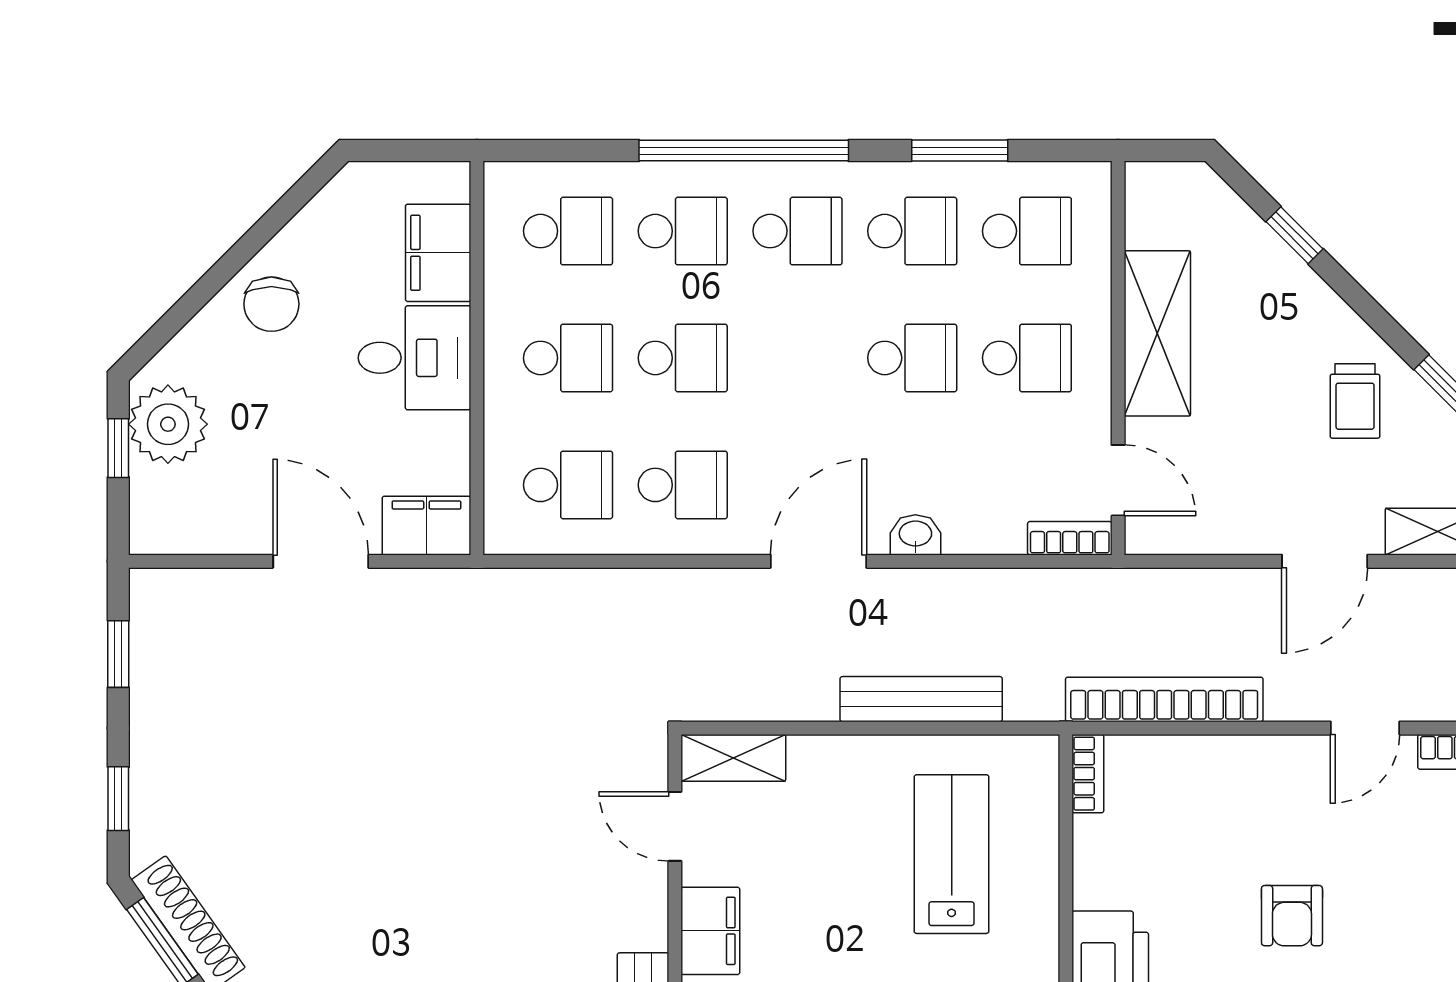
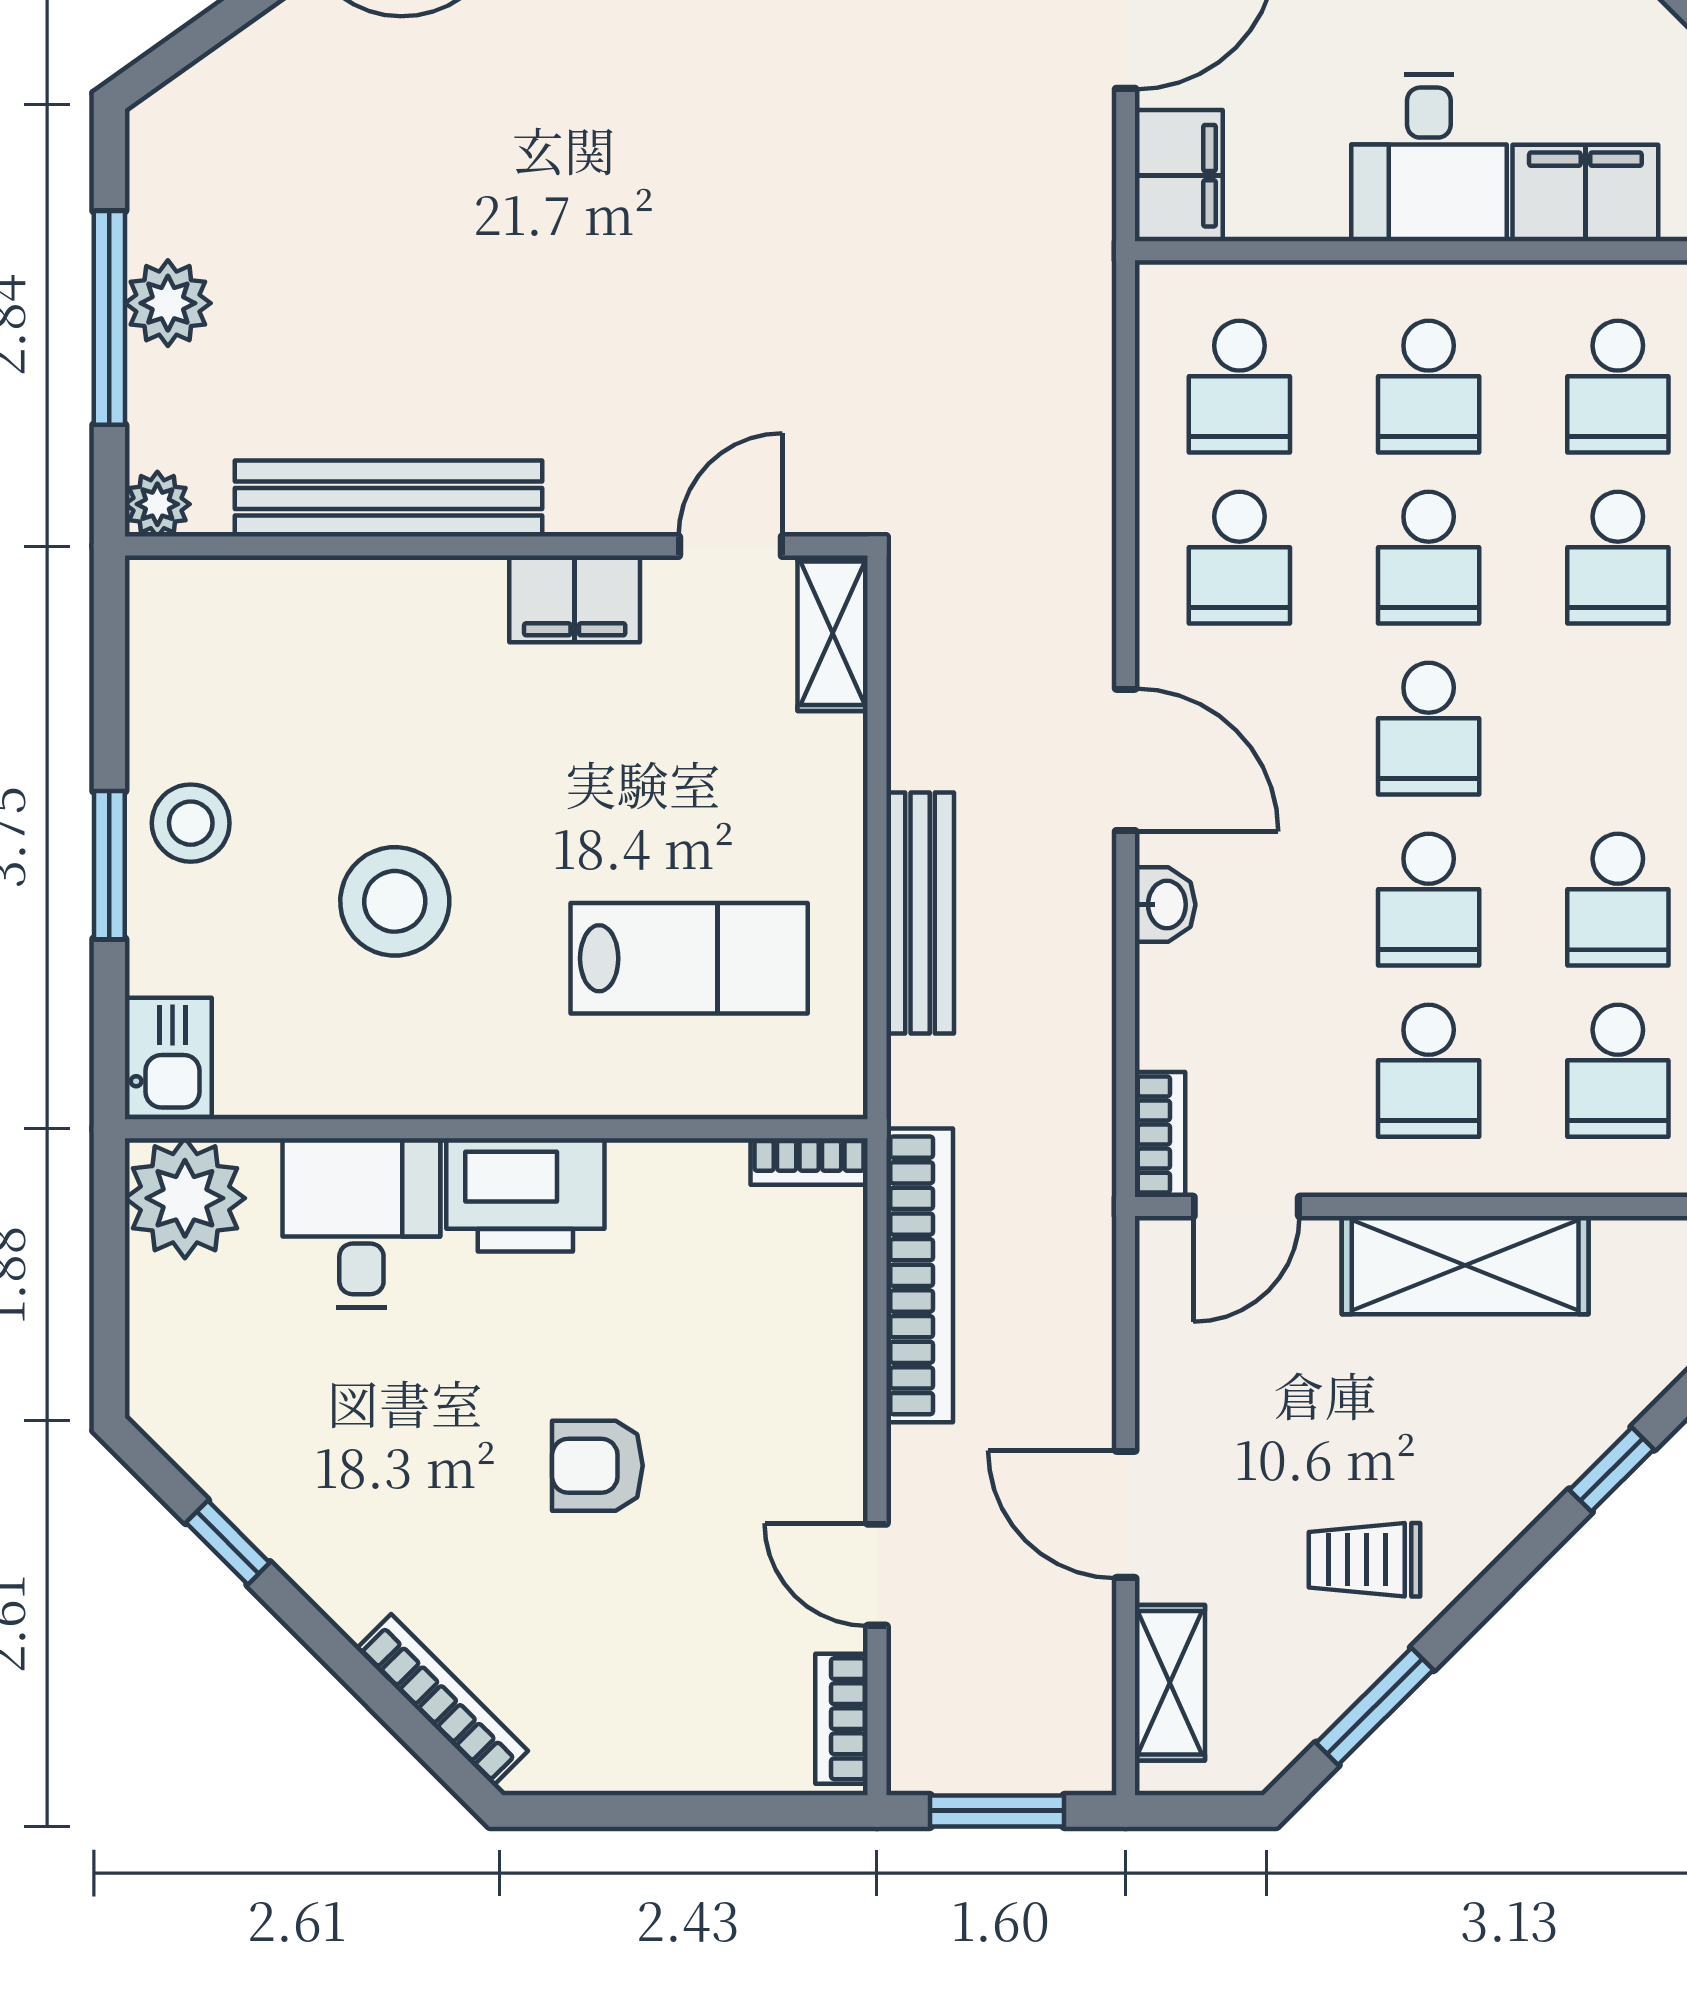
school desk: (797, 231) -> (1429, 729), moved

